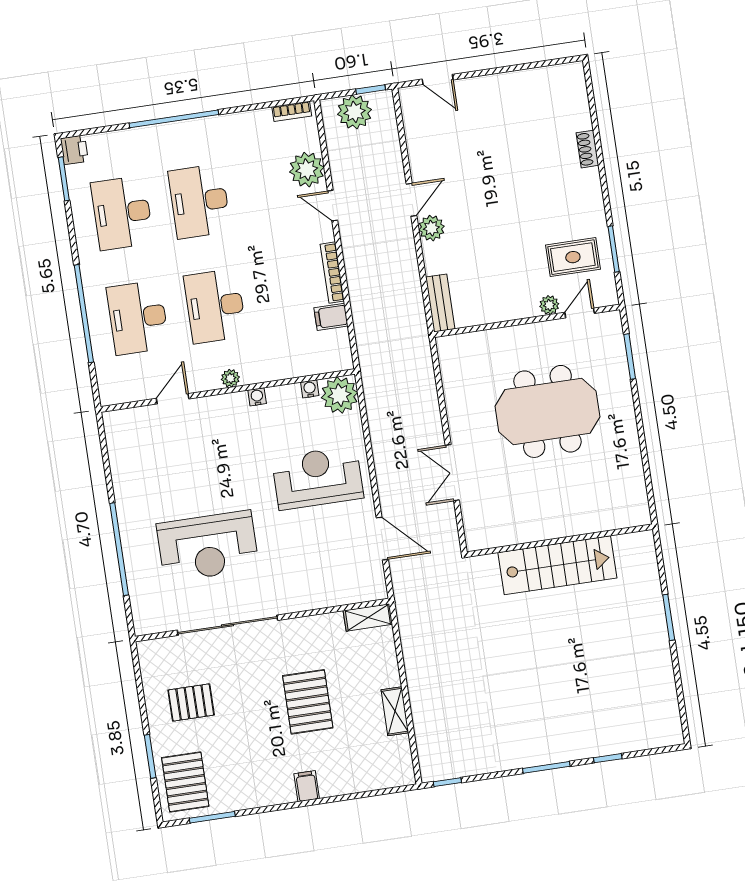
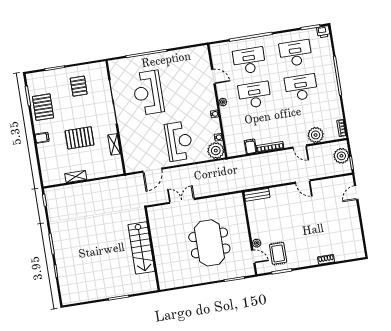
door: (332, 206) -> (300, 147), swing flipped
plant: (431, 228) -> (290, 191), removed
shelving: (368, 617) -> (114, 144), moved
pallet: (185, 782) -> (43, 107), moved, turned 90

